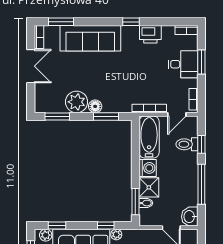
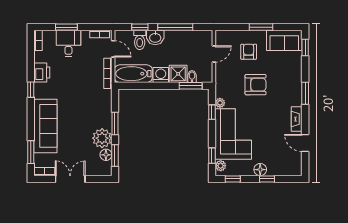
floor lamp: (95, 106) -> (106, 155), moved
window: (106, 116) -> (115, 123), moved
washbasin: (190, 217) -> (155, 37), moved

